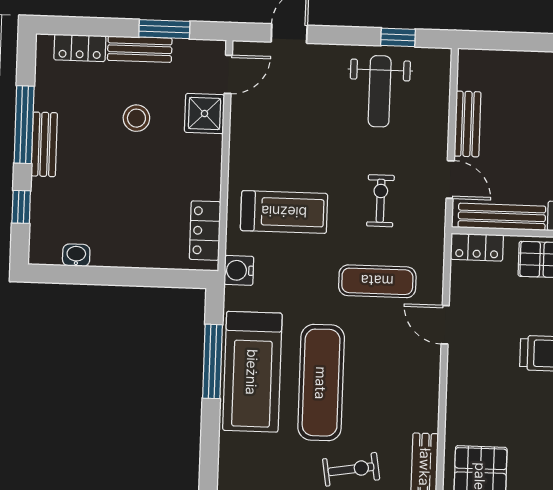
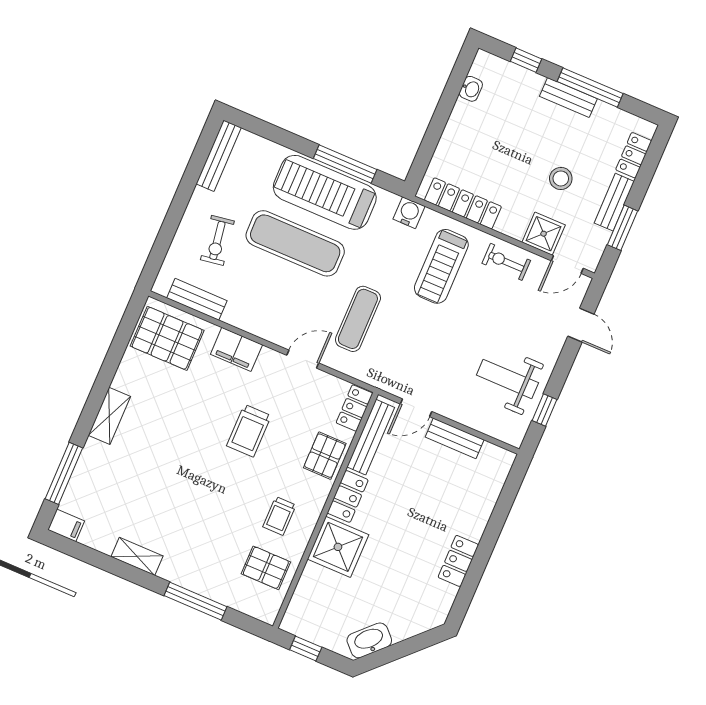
door: (228, 74) -> (567, 264), hinge flipped
exercise bike: (380, 201) -> (506, 262), moved, turned 180
locker: (205, 231) -> (463, 203), width x1.53
filing cabinet: (463, 402) -> (236, 349), added

